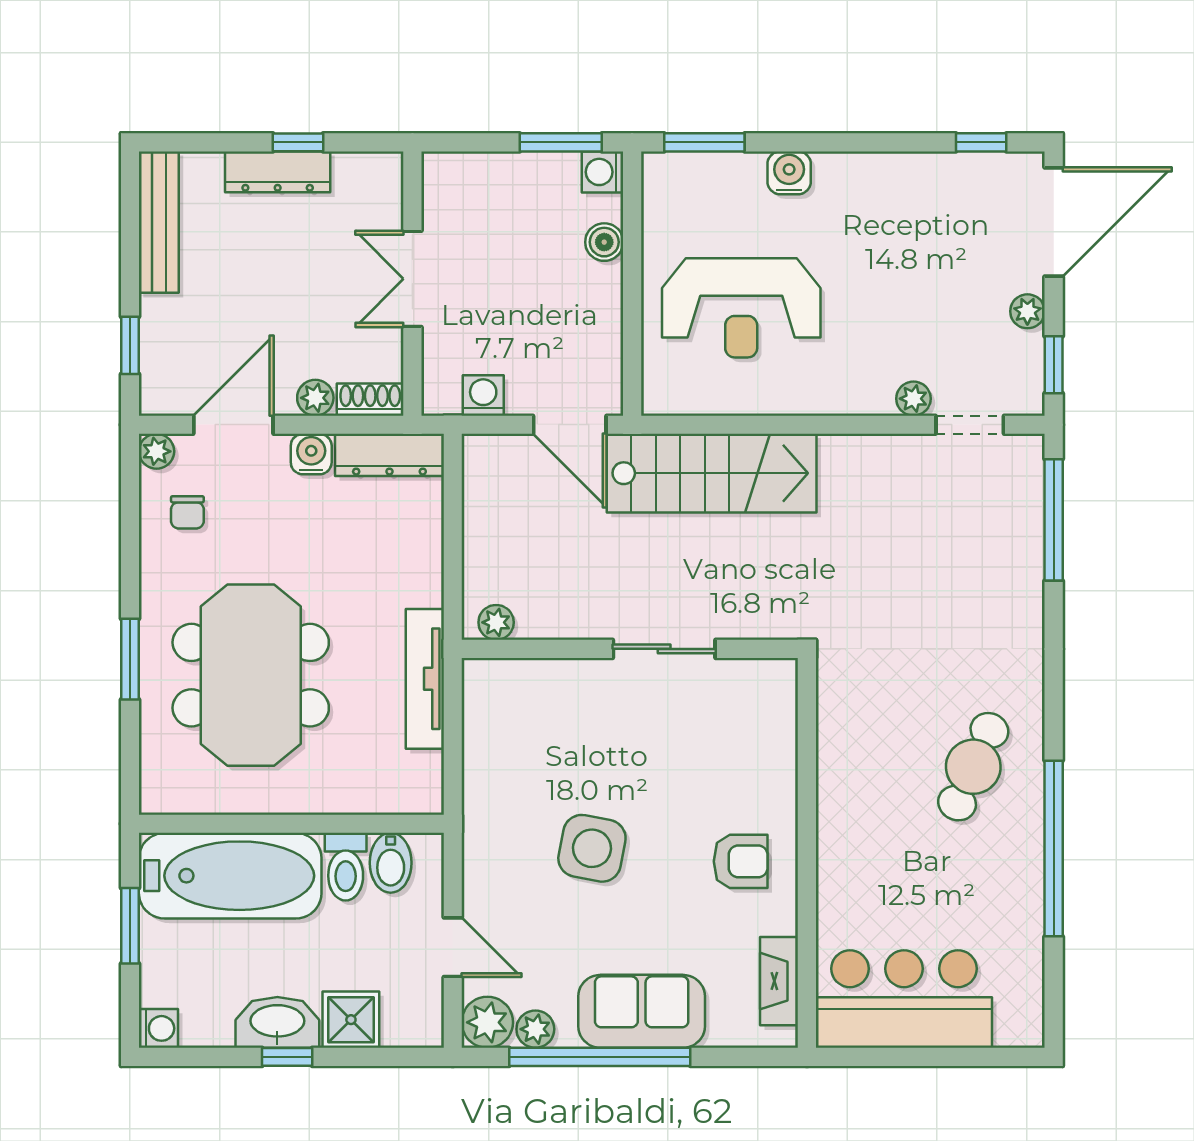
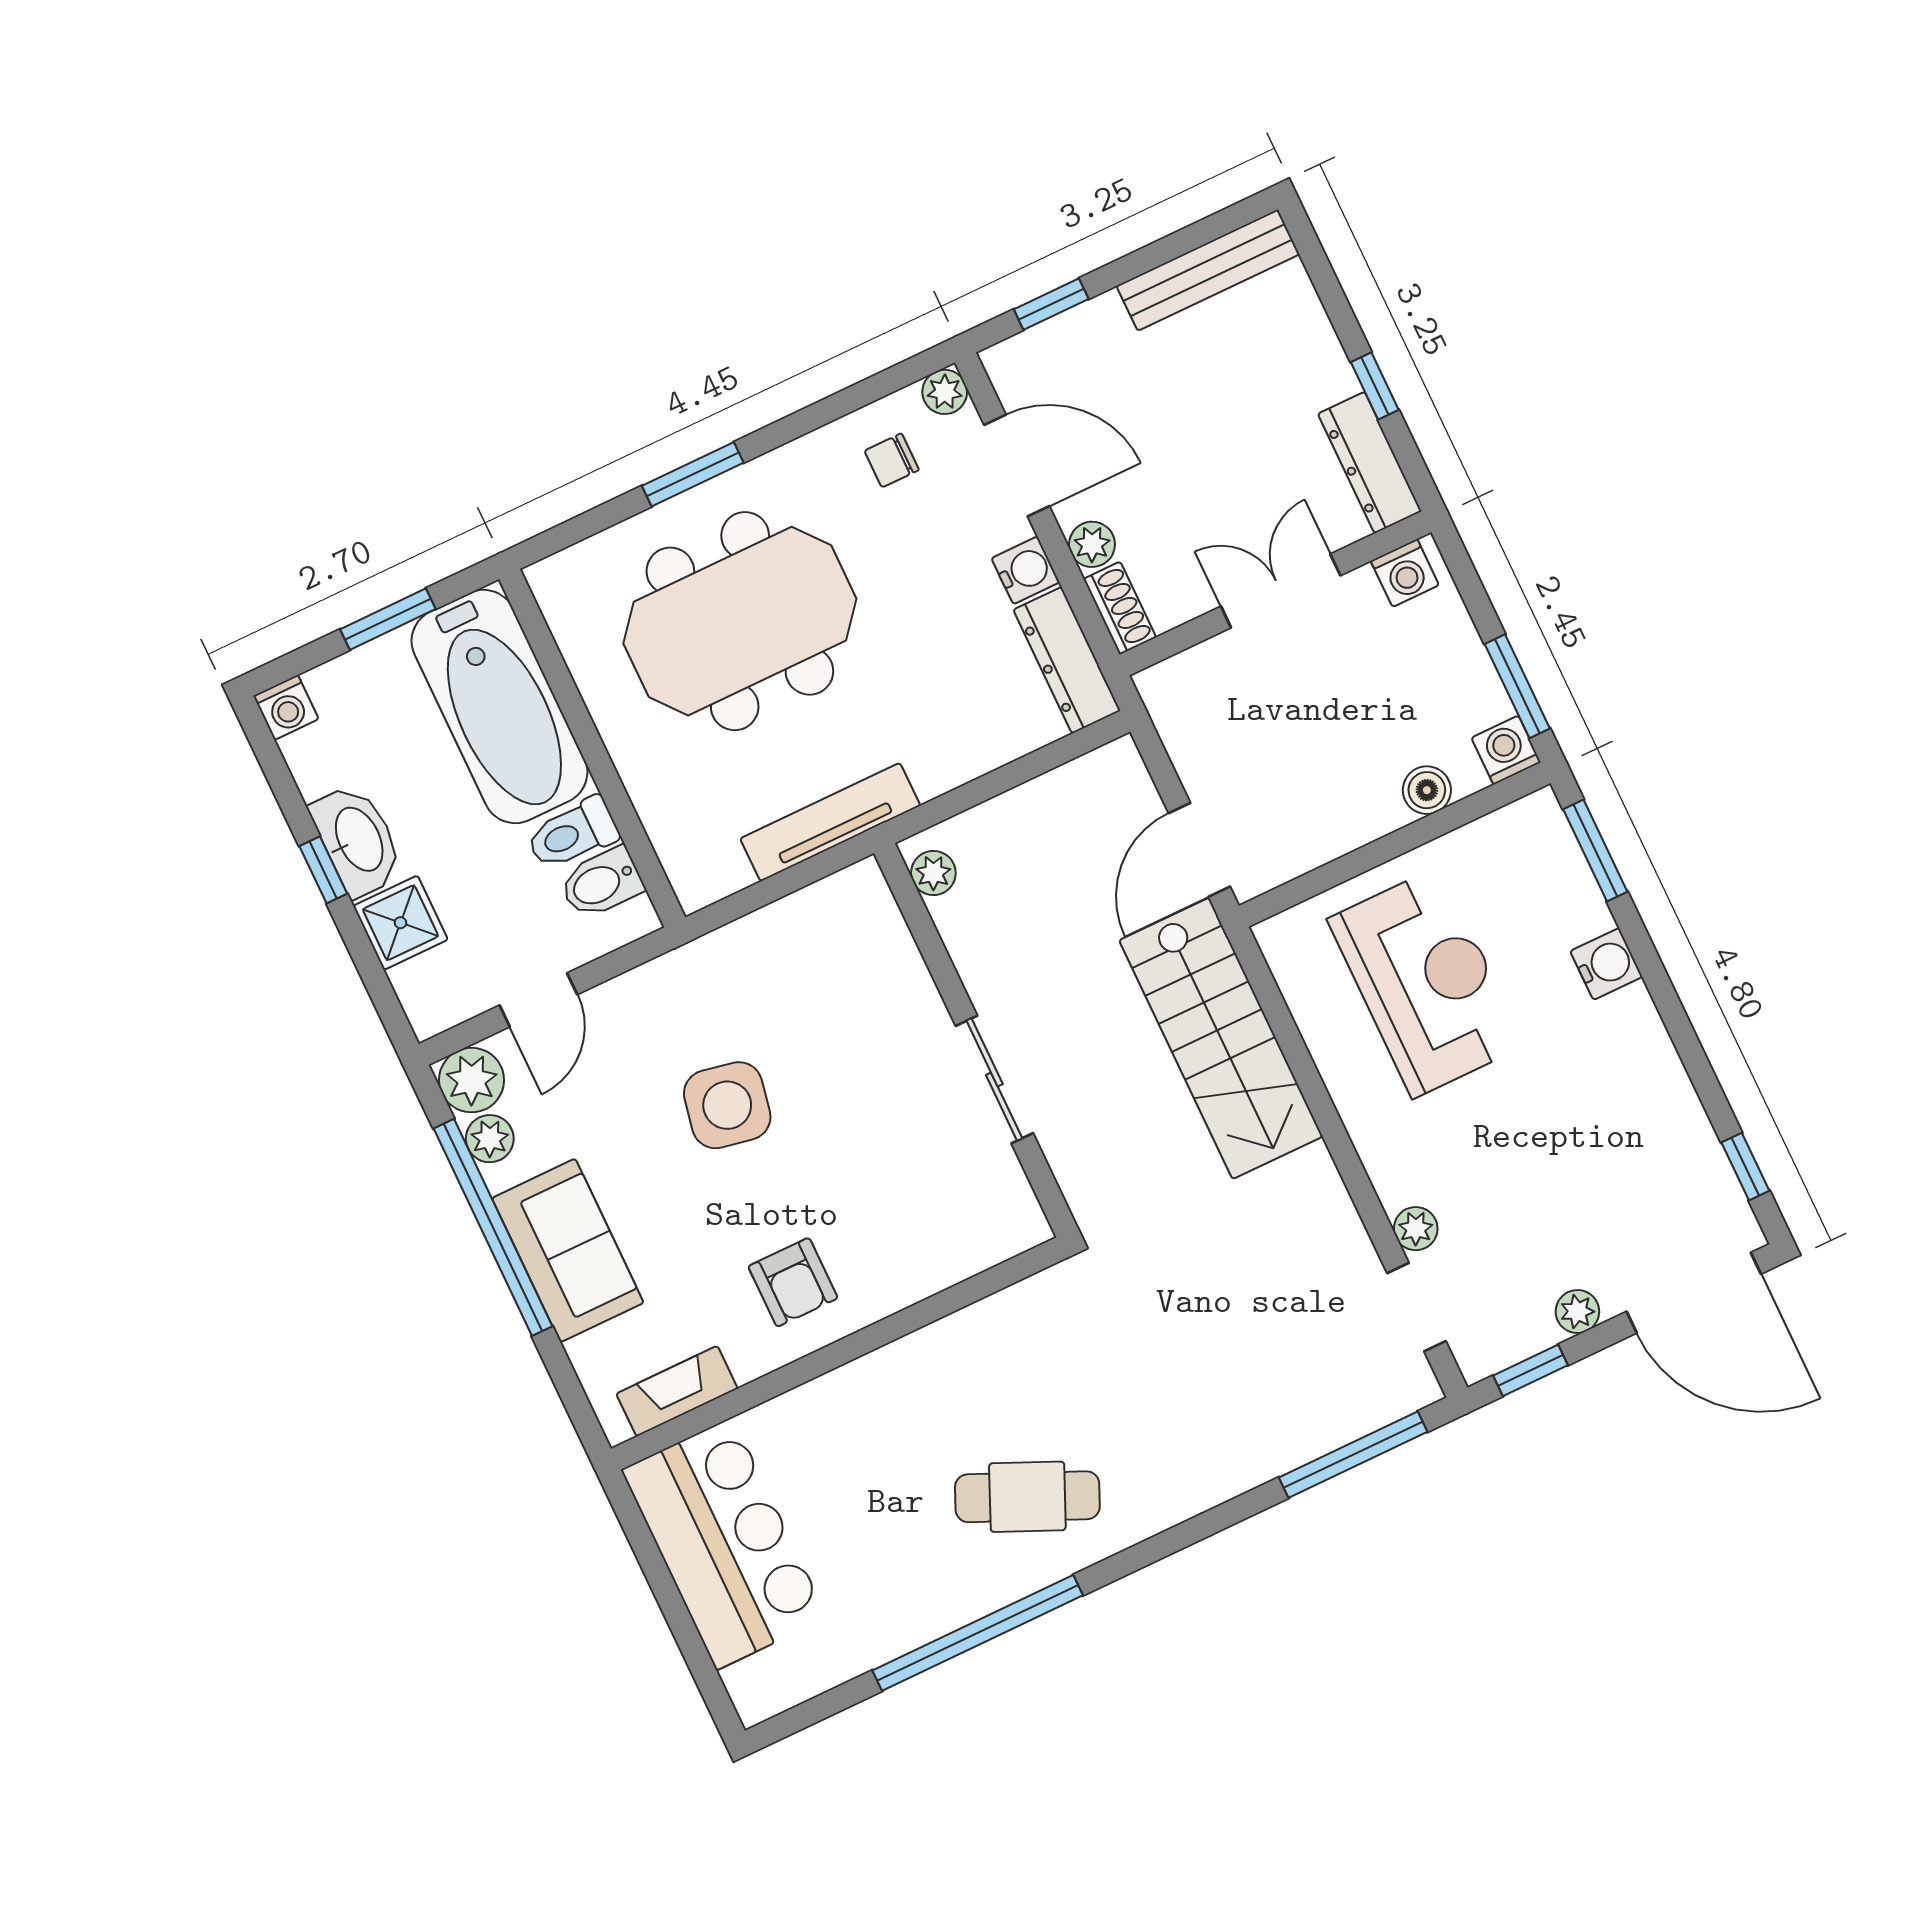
dresser: (278, 172) -> (1370, 463), moved
reception desk: (741, 308) -> (1426, 982), turned 180
washing machine: (483, 395) -> (1405, 573), moved, turned 90

